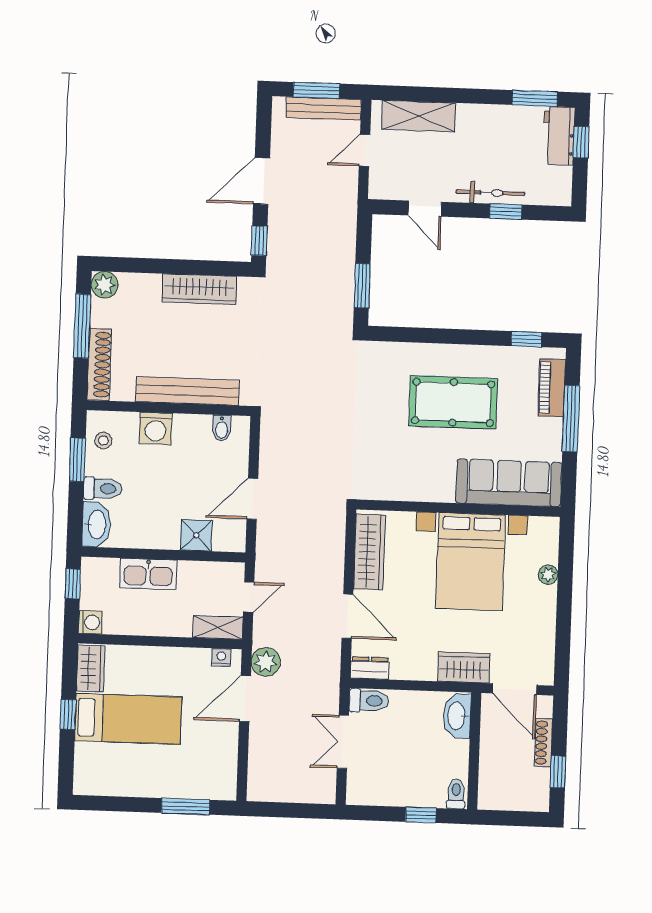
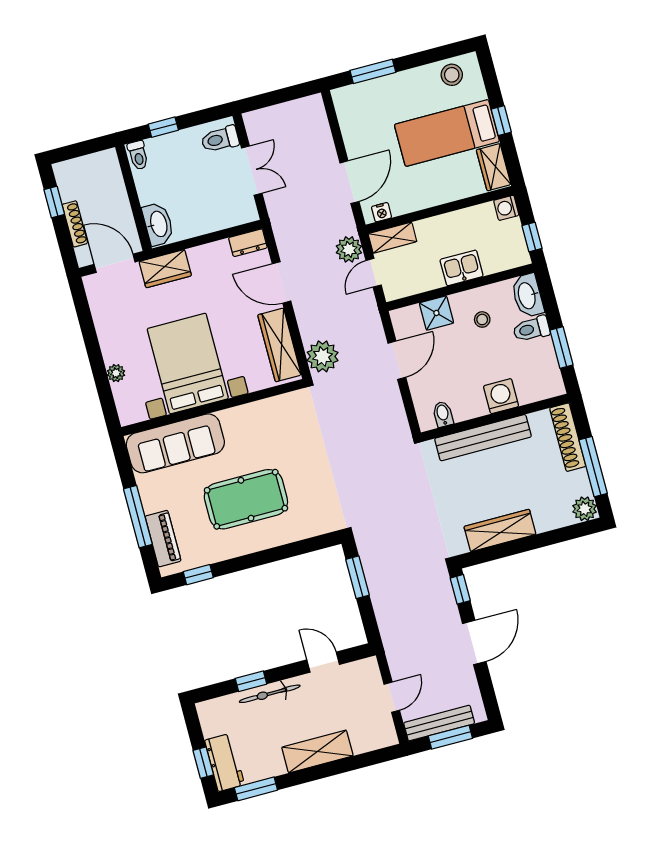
shelving: (419, 116) -> (317, 752), moved
stool: (103, 441) -> (482, 319), moved
plant: (328, 526) -> (323, 356), added
kitchen sink: (148, 574) -> (462, 268), width x0.73
plant: (266, 662) -> (349, 249), moved
toilet: (369, 701) -> (220, 139), moved
stool: (105, 778) -> (452, 75), added

